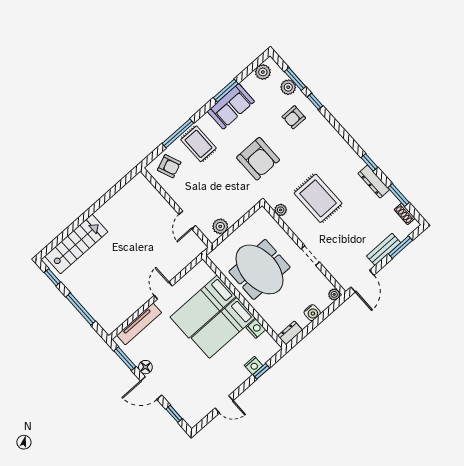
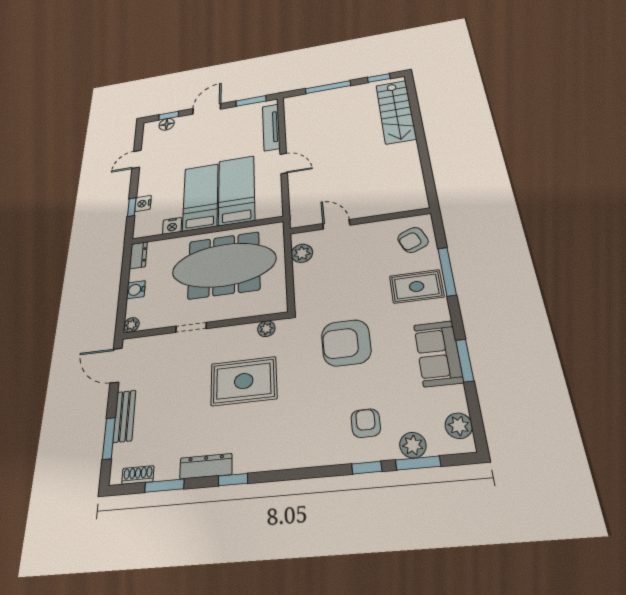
meeting table: (259, 269) -> (224, 265), width x1.36
floor lamp: (145, 367) -> (167, 124), moved

